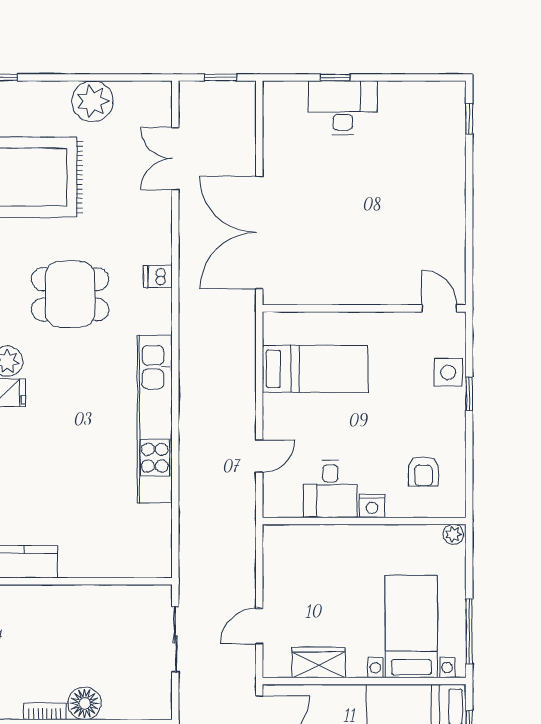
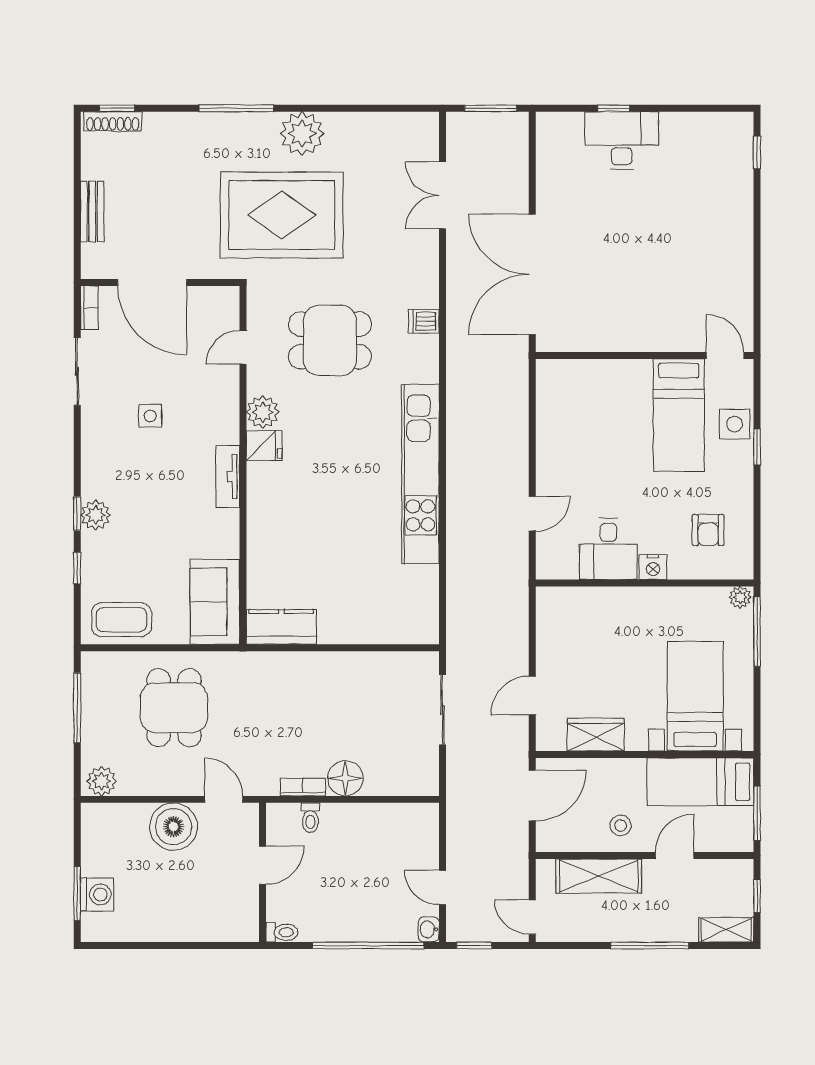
window: (220, 77) -> (491, 108), width x1.50
plant: (92, 101) -> (302, 134), moved
bed: (315, 369) -> (679, 415), moved, turned 90
window: (469, 631) -> (757, 631), moved

